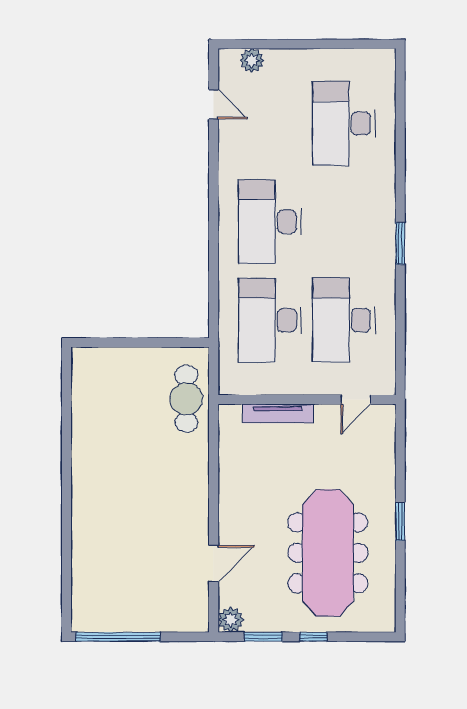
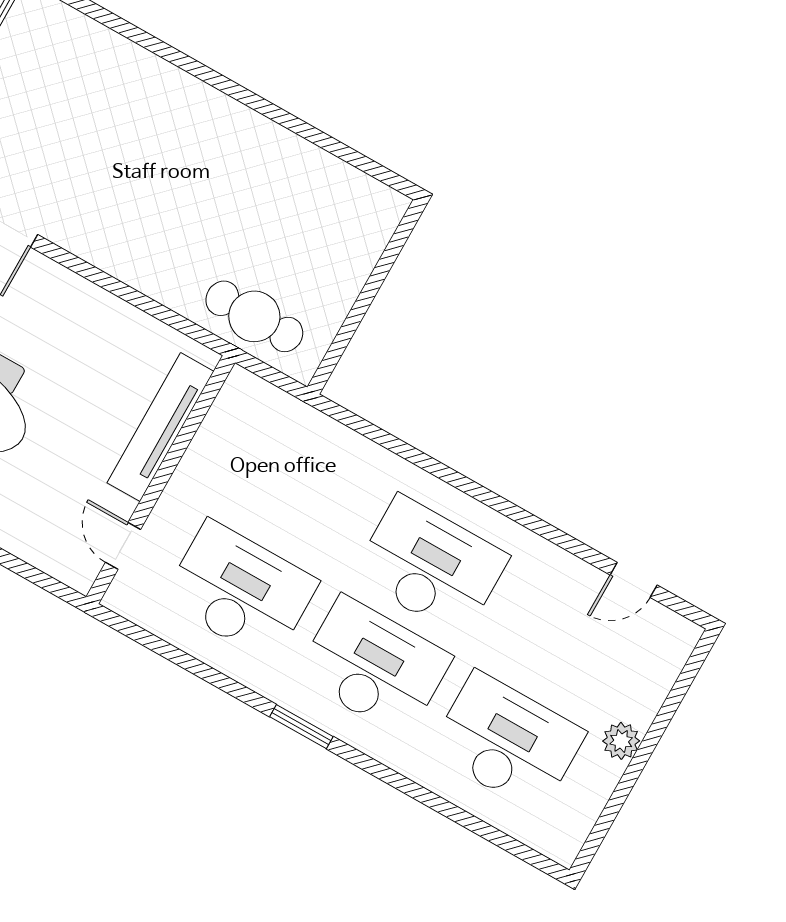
plant: (252, 60) -> (621, 741), moved
desk: (270, 320) -> (374, 667), moved
tv unit: (278, 414) -> (160, 427), width x1.36, depth x1.29

